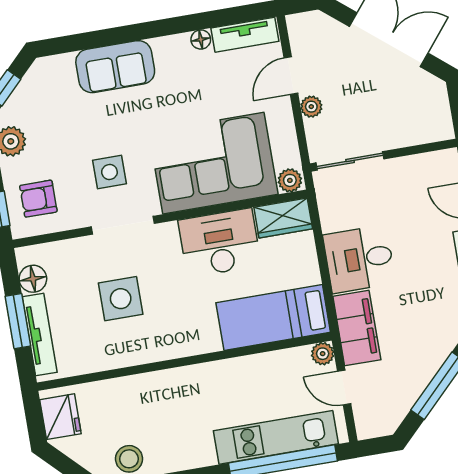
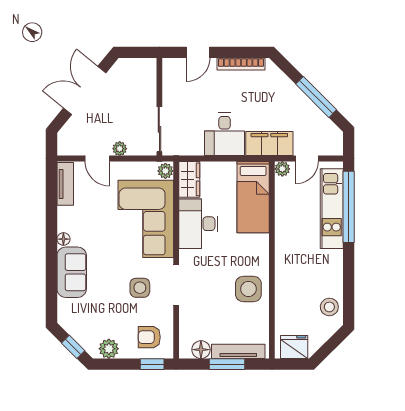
floor lamp: (201, 39) -> (63, 239), moved
armchair: (38, 199) -> (149, 337), turned 90
side table: (121, 299) -> (248, 289), moved

